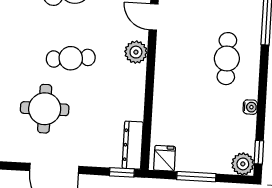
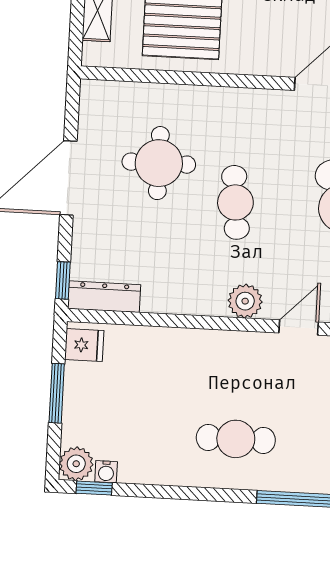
water cooler: (250, 107) -> (106, 472), moved

